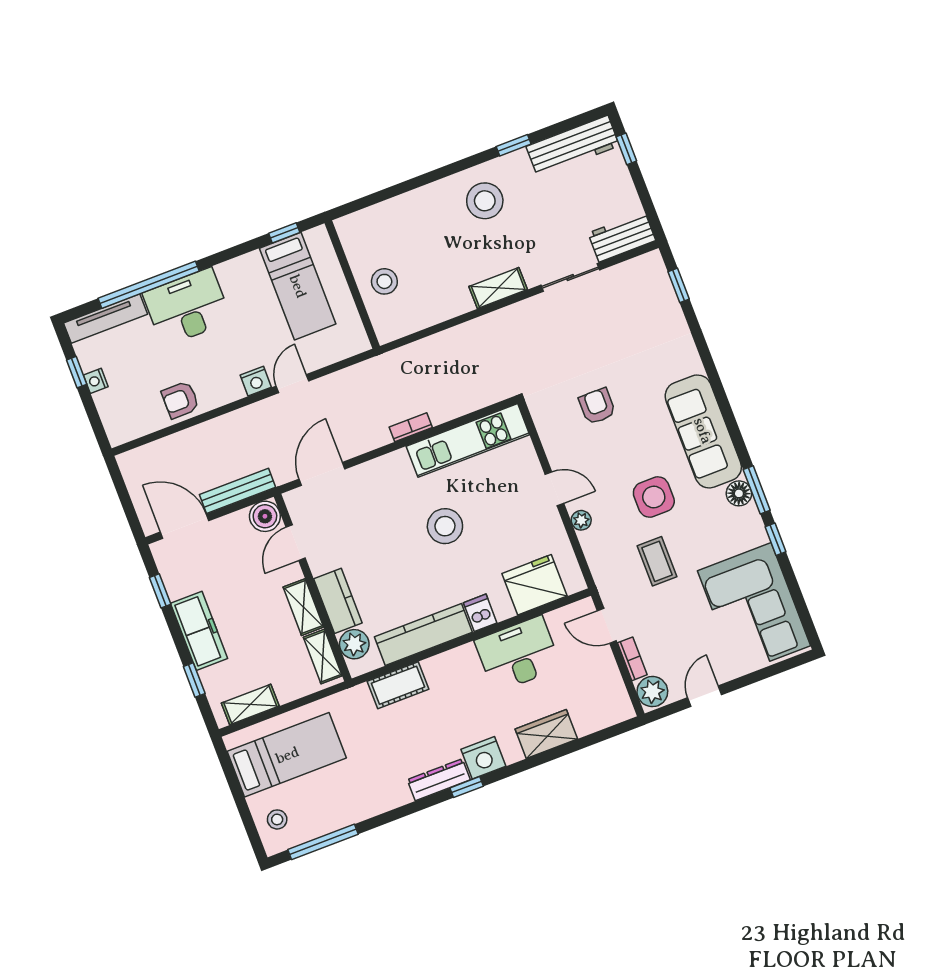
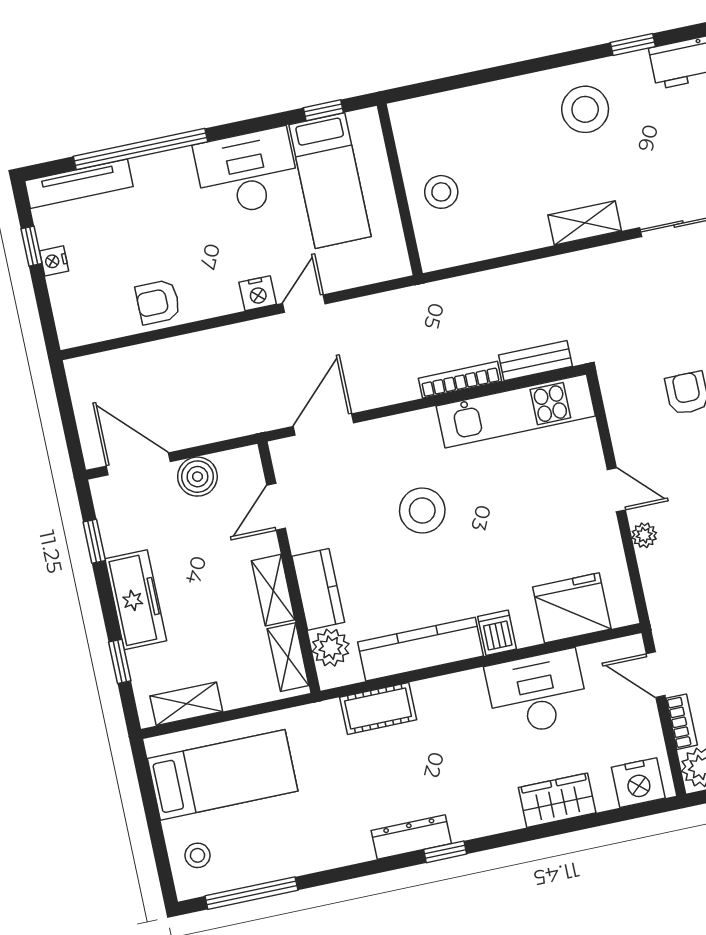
desk: (187, 307) -> (247, 172), moved
bookcase: (411, 427) -> (460, 380), width x1.56
bench: (238, 491) -> (536, 361), moved, width x0.73
boiler: (265, 516) -> (197, 477), moved
stool: (445, 526) -> (422, 510), moved
nightstand: (483, 758) -> (638, 783), moved

